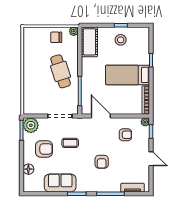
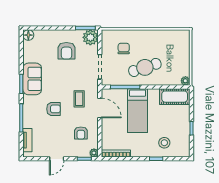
chair: (56, 37) -> (124, 49), moved
stool: (121, 40) -> (164, 143), moved
bed: (128, 75) -> (138, 111), moved, turned 180
door: (101, 116) -> (100, 108), hinge flipped
coffee table: (70, 143) -> (79, 99), moved
armchair: (102, 162) -> (54, 109), turned 180
floor lamp: (28, 169) -> (28, 35), moved
sofa: (60, 183) -> (32, 79), moved

